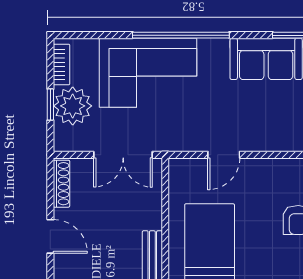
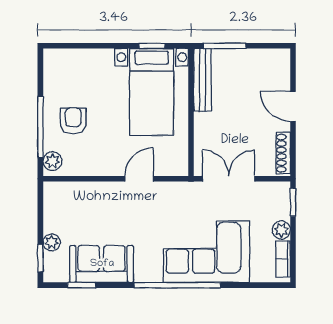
window: (50, 105) -> (293, 202), moved
plant: (73, 106) -> (281, 230), width x0.53, depth x0.53

